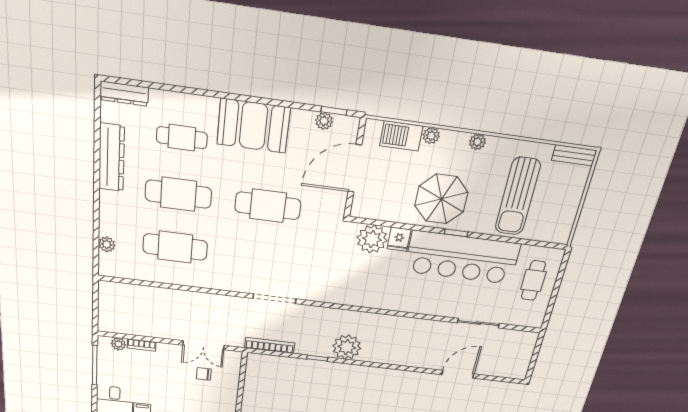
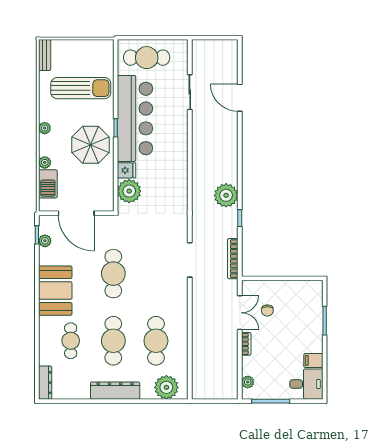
dresser: (112, 158) -> (115, 391), moved
plant: (107, 244) -> (166, 387), width x1.88, depth x1.88
cafe table: (533, 280) -> (147, 58), width x1.37, depth x1.35
bookcase: (142, 345) -> (246, 344), moved

